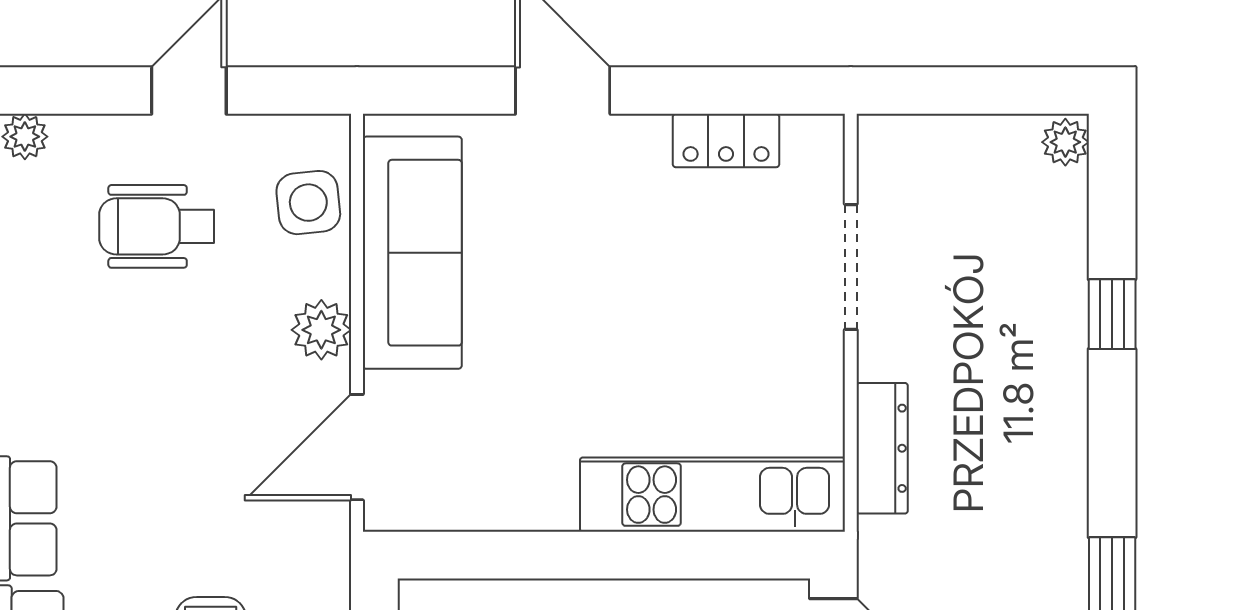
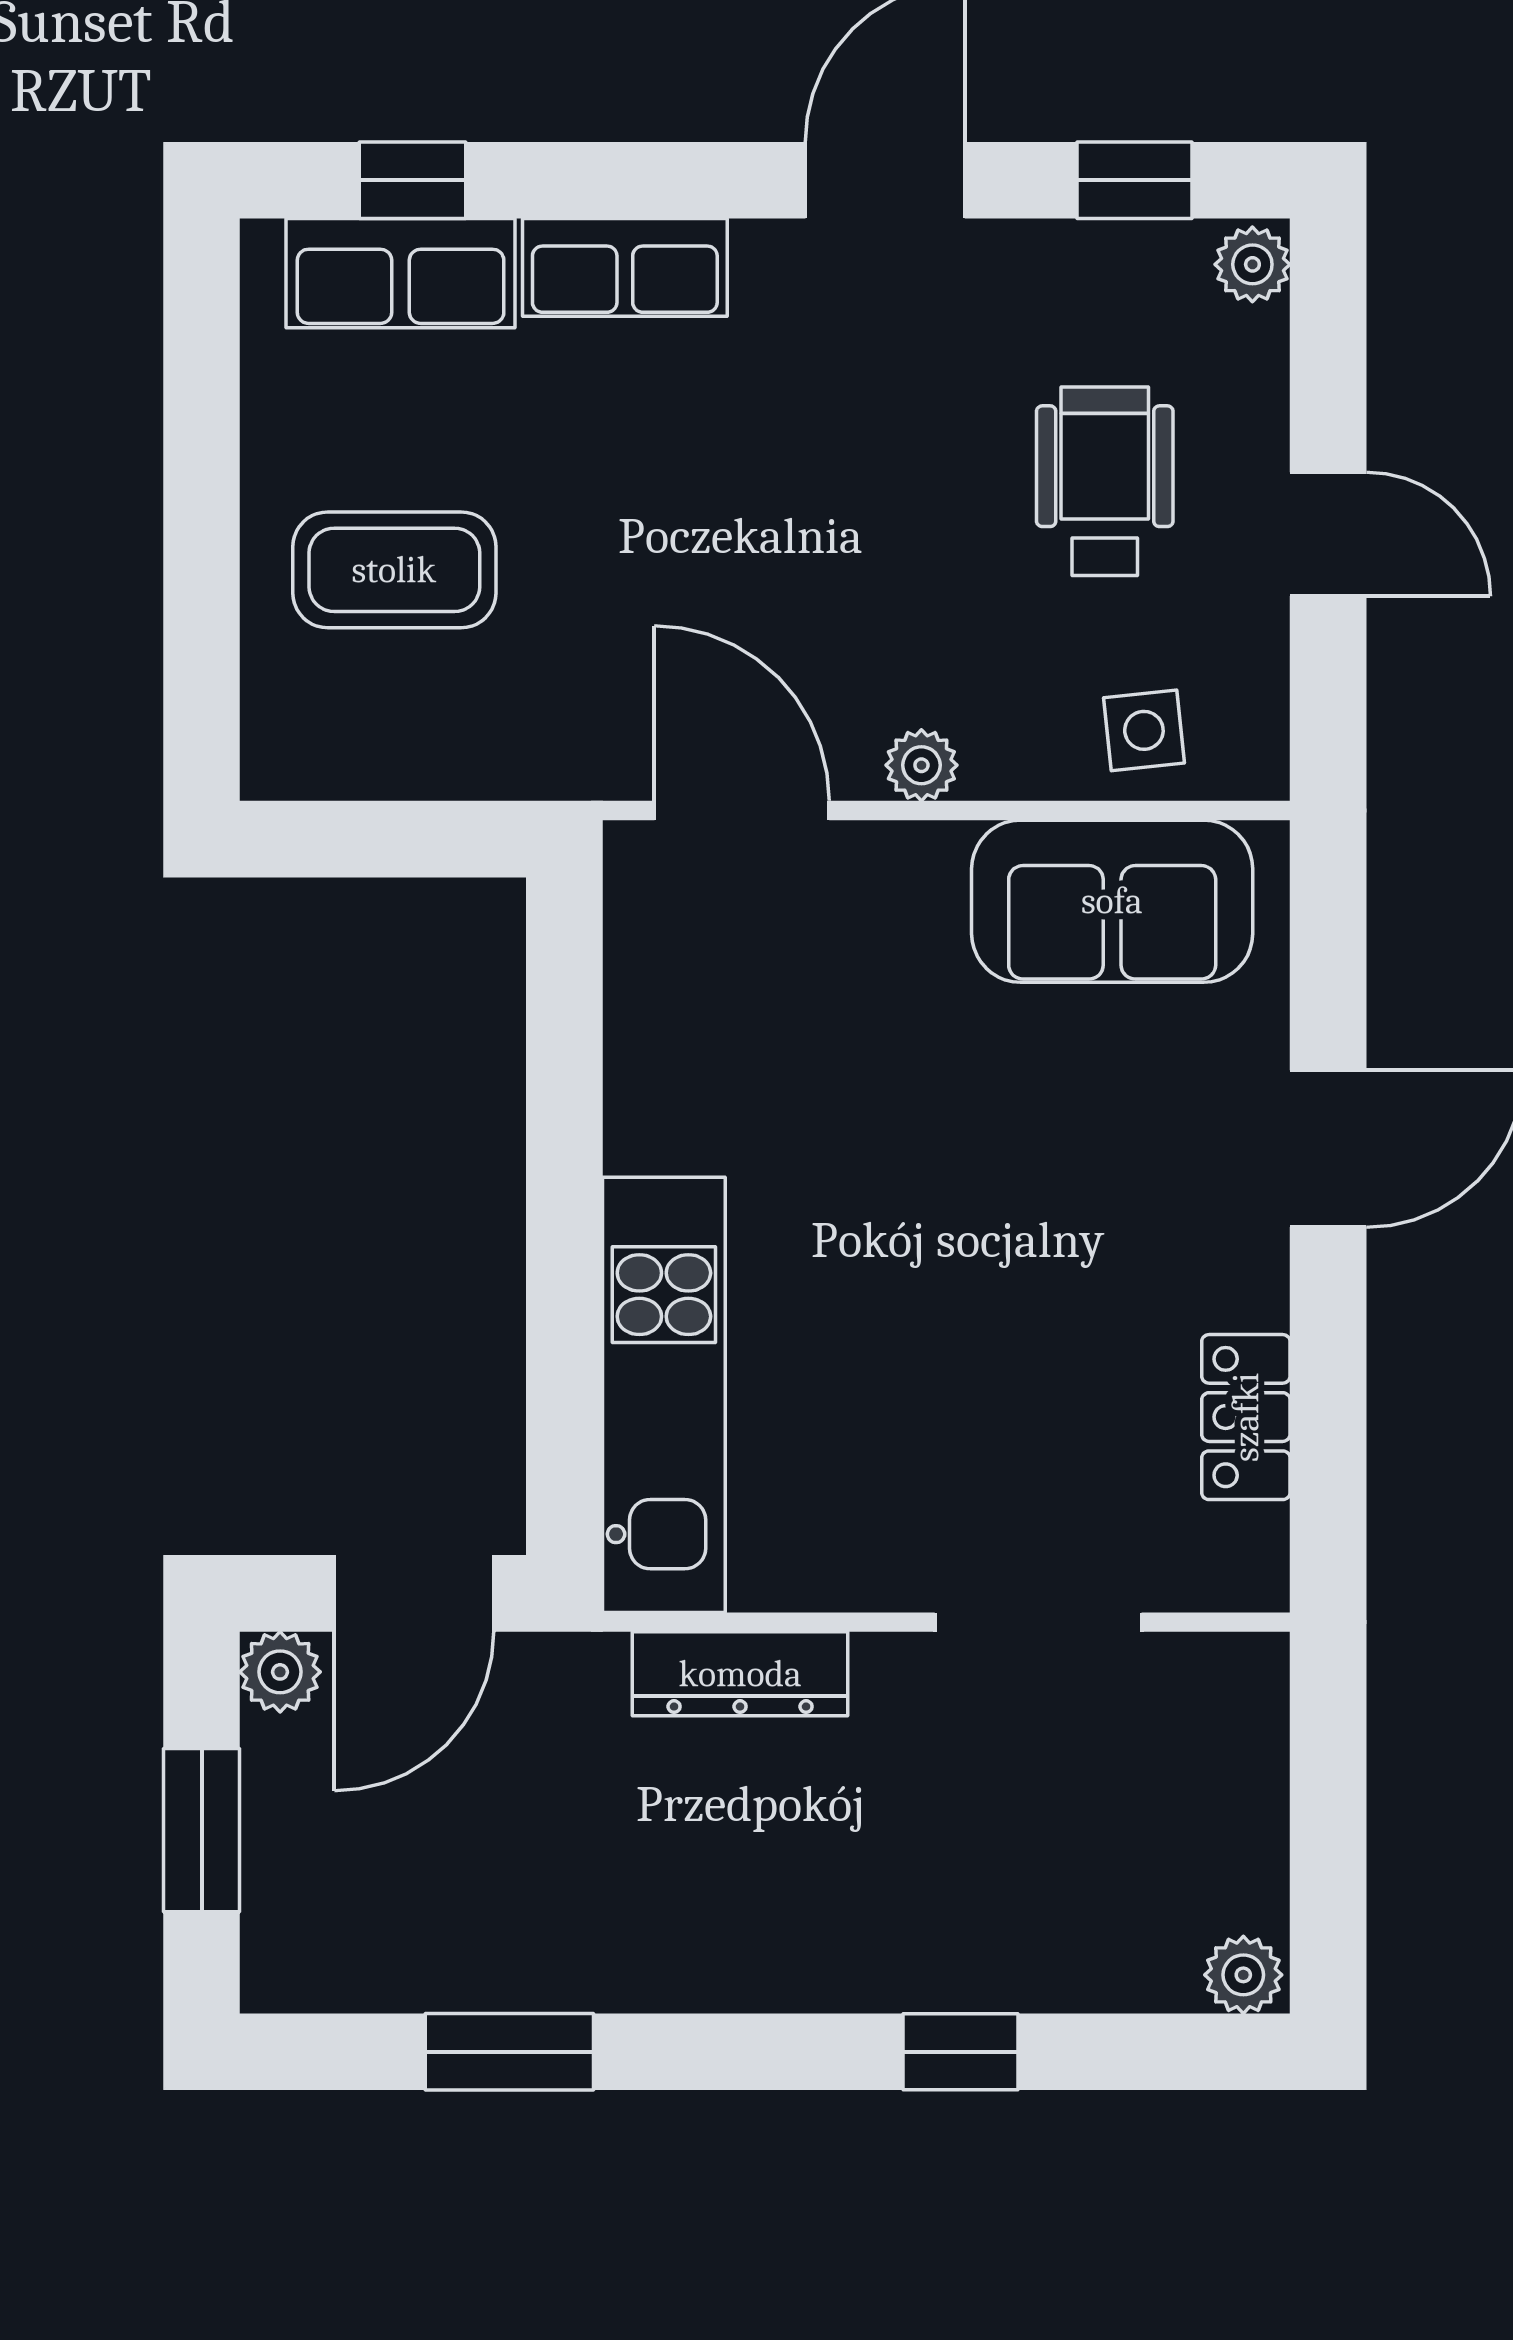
side table: (308, 203) -> (1144, 730), width x0.73, depth x0.73
sofa: (412, 253) -> (1112, 901), width x0.73
plant: (321, 330) -> (921, 765), width x0.73, depth x0.73

